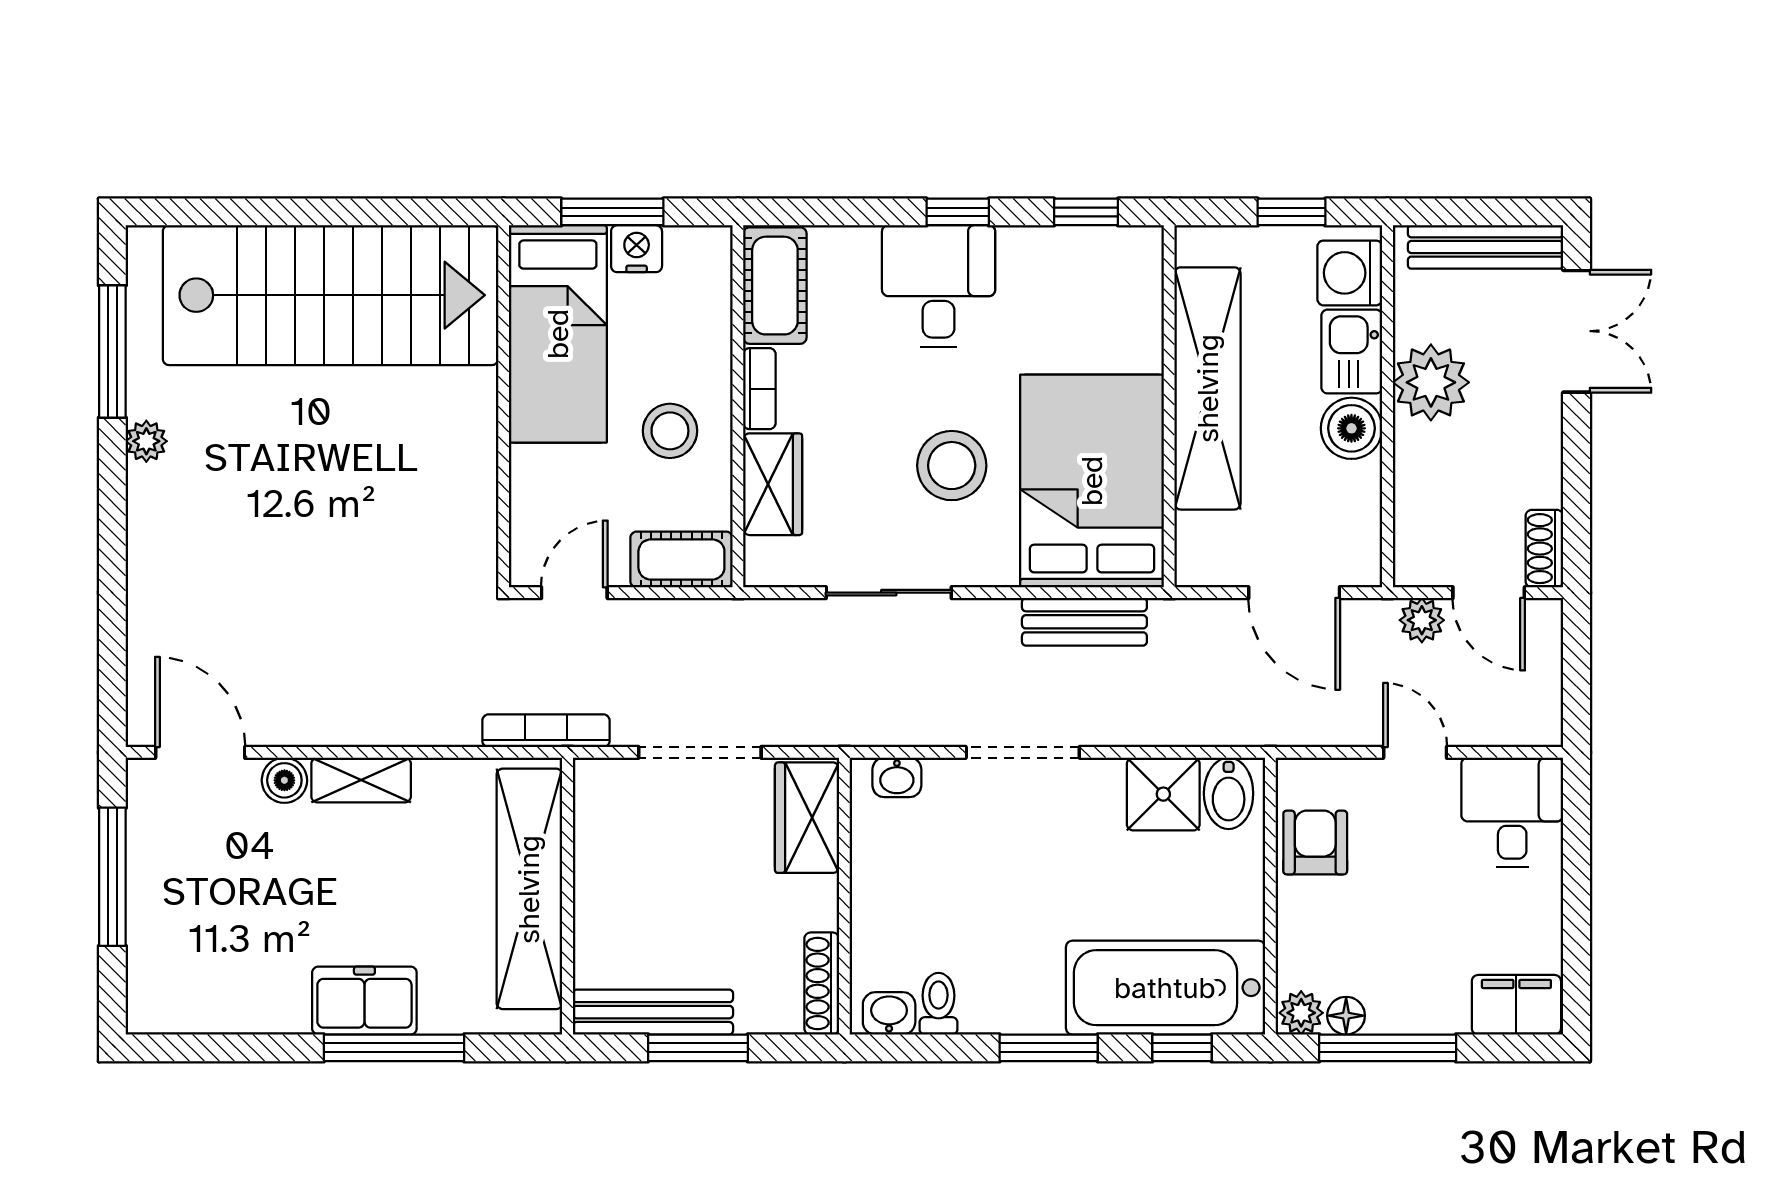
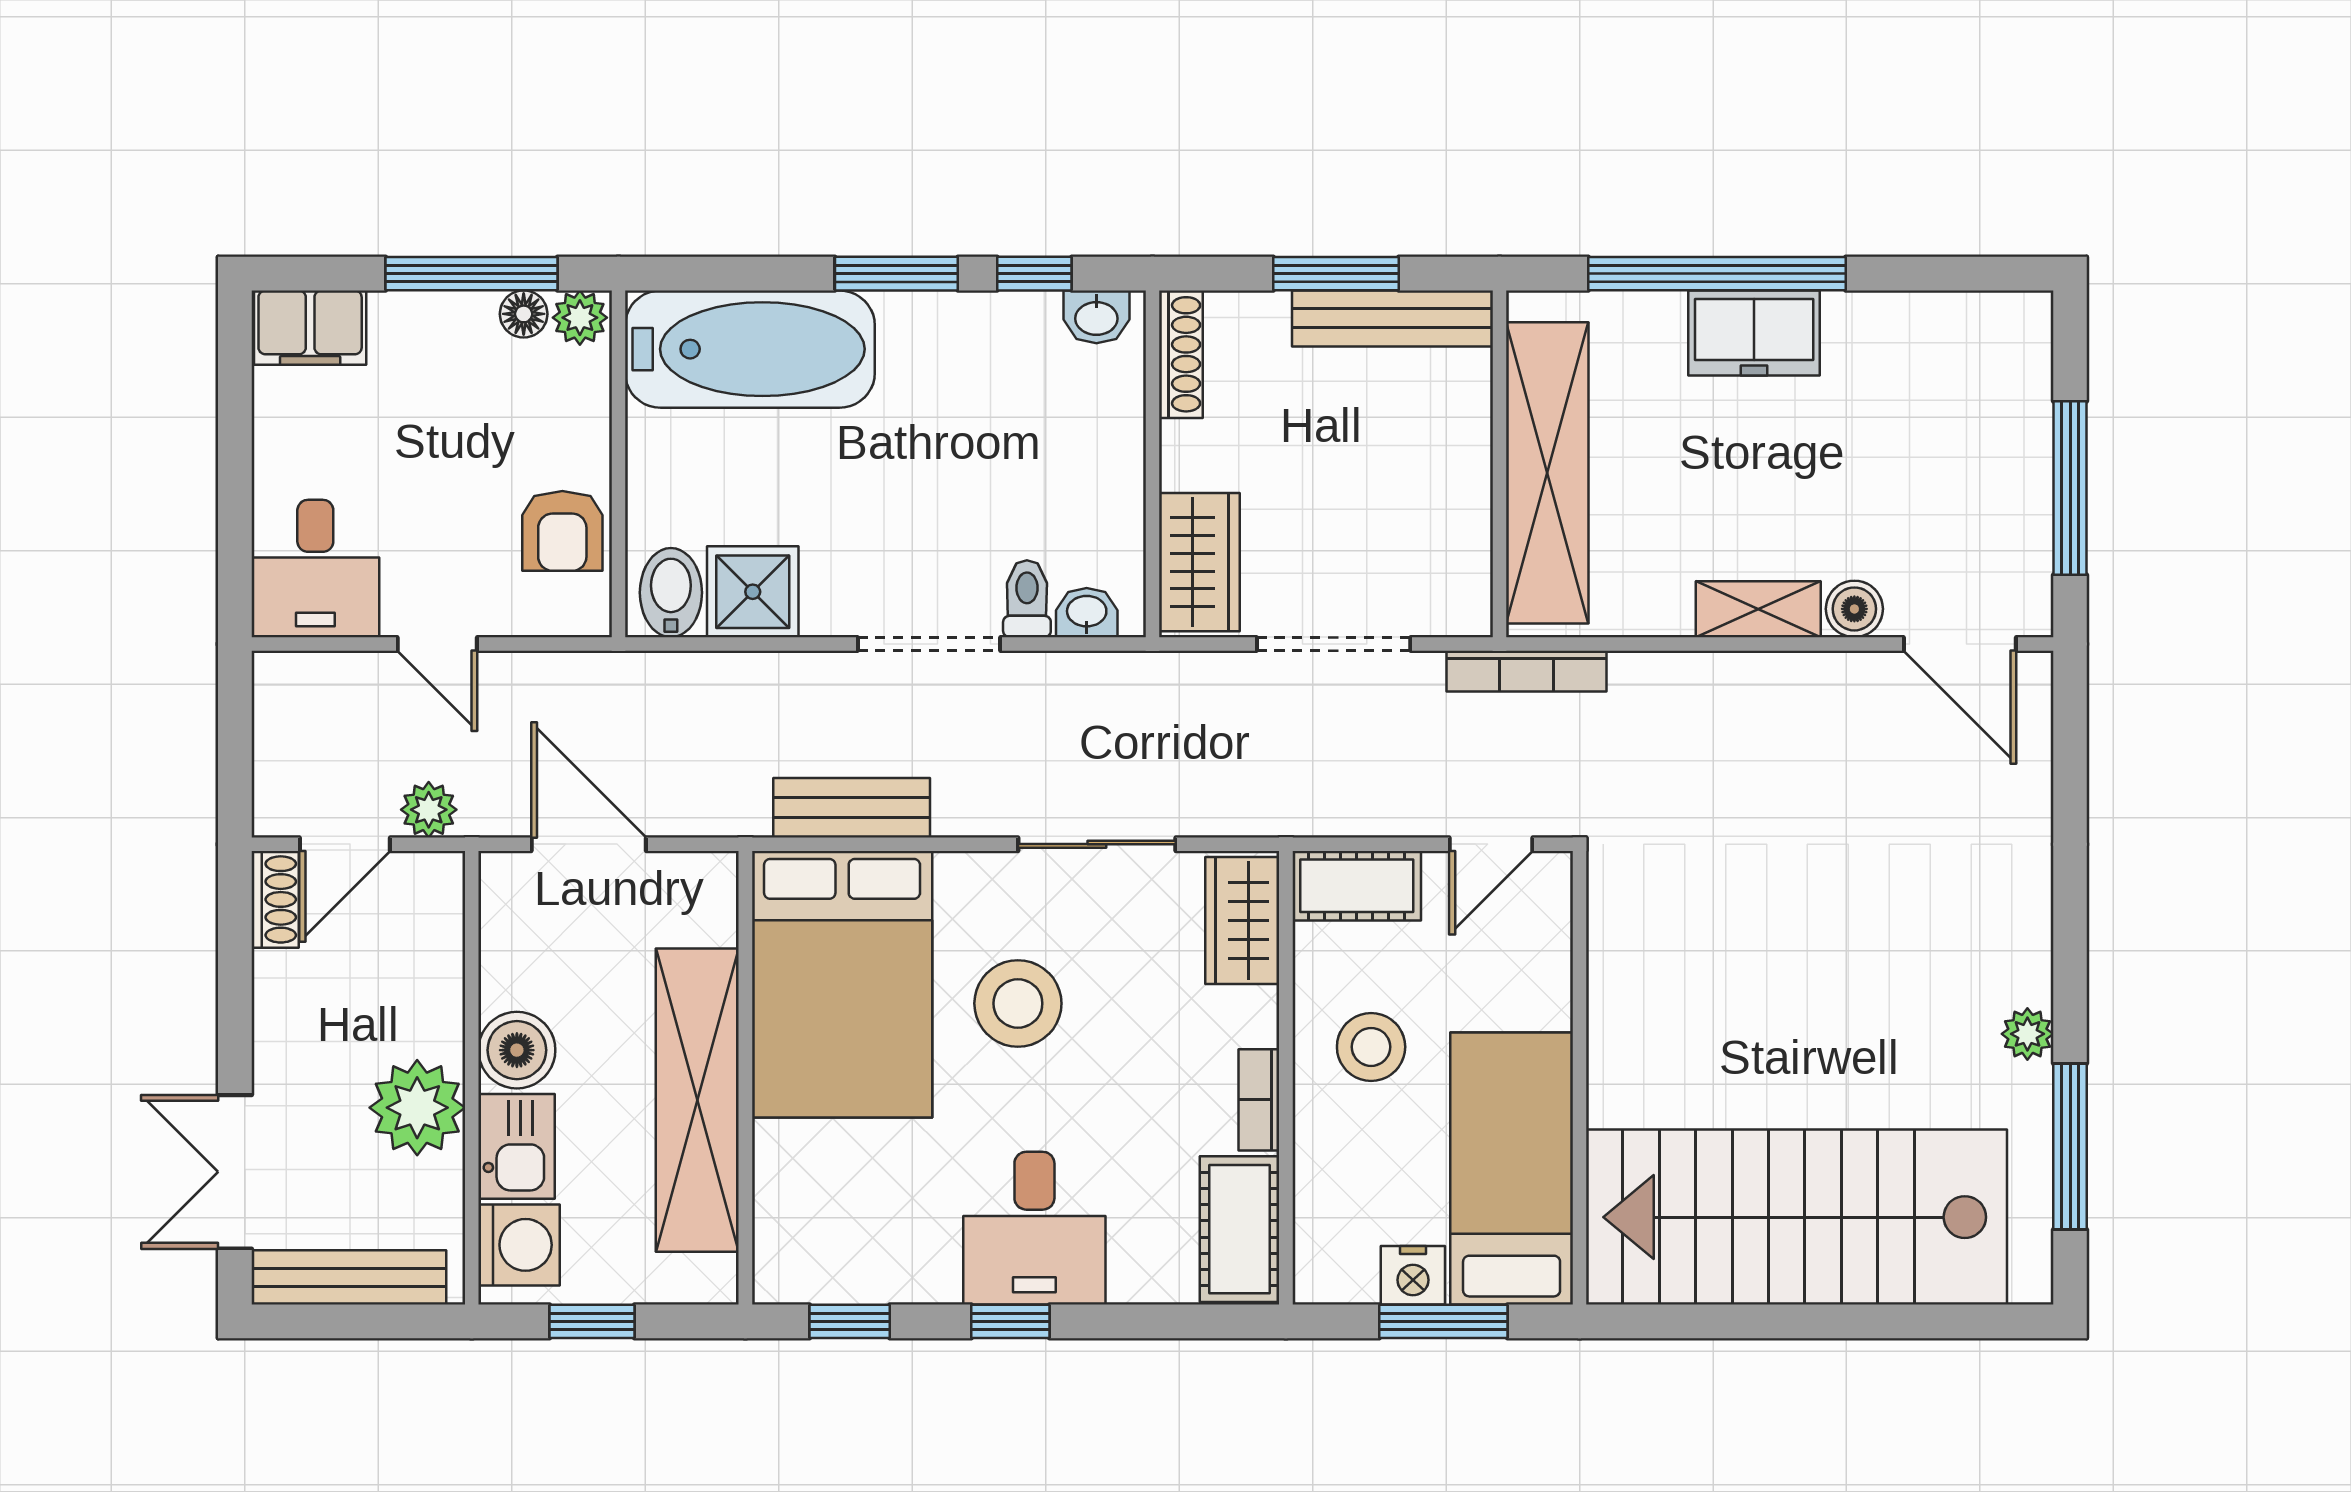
wardrobe: (773, 484) -> (1242, 920), moved
door: (1489, 593) -> (345, 844), swing flipped
toilet: (938, 1004) -> (1027, 599), moved, turned 180
window: (394, 1048) -> (1717, 274), width x1.46
window: (1182, 1048) -> (1034, 274), moved

